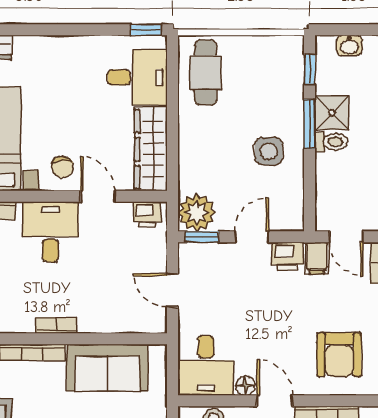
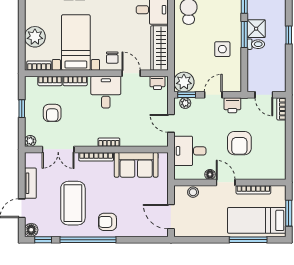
plant: (199, 252) -> (185, 103), added
filing cabinet: (317, 258) -> (248, 106), removed
armchair: (339, 355) -> (239, 143), moved
desk: (206, 365) -> (190, 151), moved, turned 90

